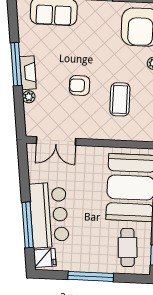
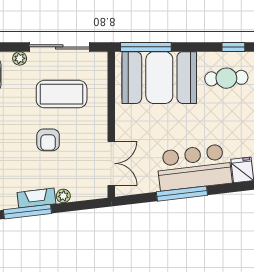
coffee table: (120, 99) -> (62, 94), width x1.36, depth x1.32
window: (28, 225) -> (182, 194), moved

